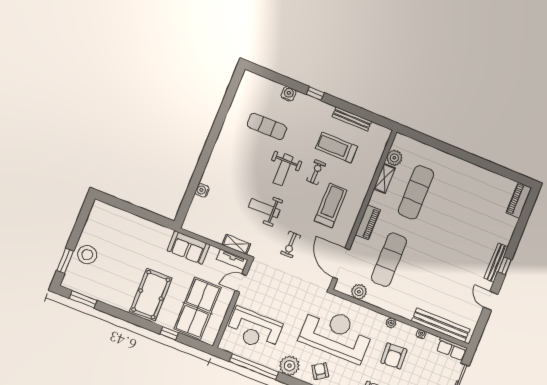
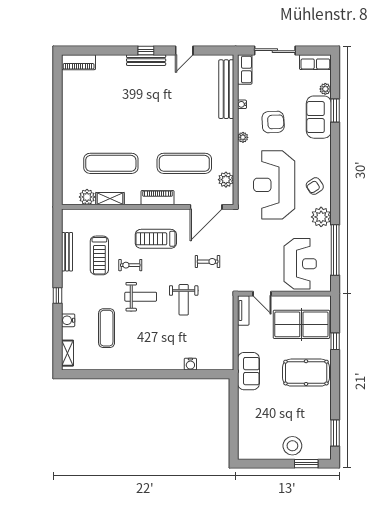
shelving: (236, 244) -> (67, 353), moved
sofa: (189, 248) -> (248, 371), moved

